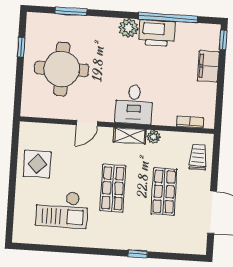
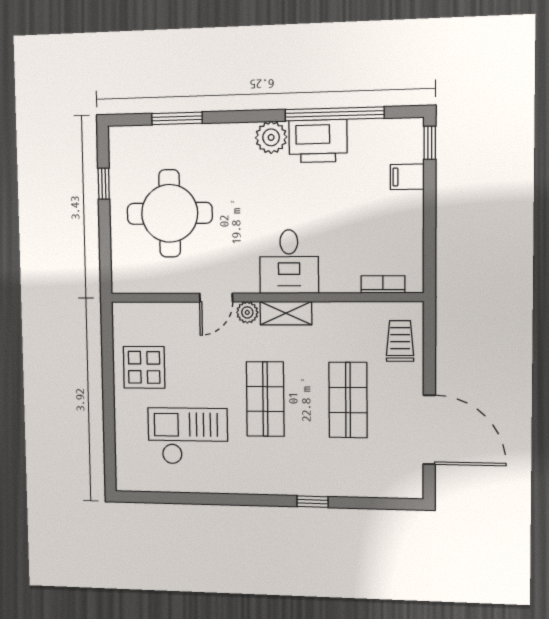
filing cabinet: (208, 66) -> (407, 177), width x0.50
plant: (154, 137) -> (247, 312), moved
checkout: (62, 209) -> (188, 436), turned 180

